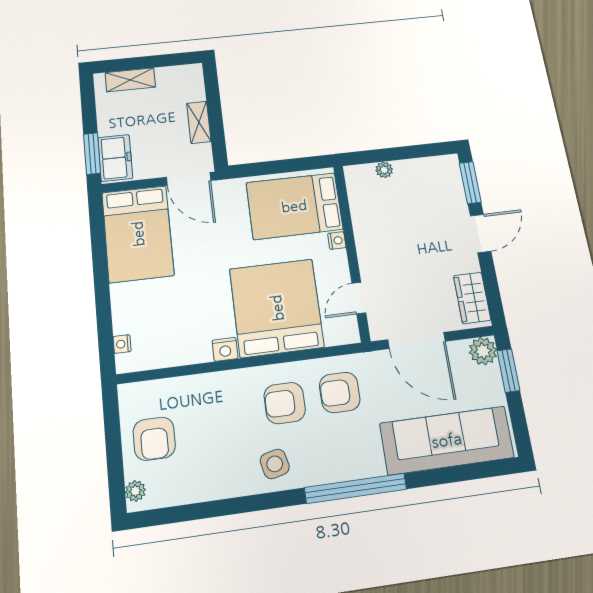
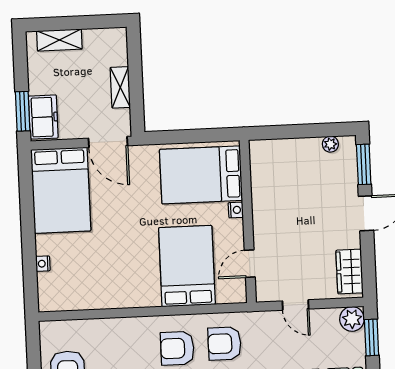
plant: (384, 170) -> (330, 144), moved
bed: (277, 308) -> (187, 266), width x0.73
door: (417, 340) -> (296, 305), width x0.53
nightstand: (122, 344) -> (43, 264), moved
nightstand: (225, 349) -> (131, 299), removed

